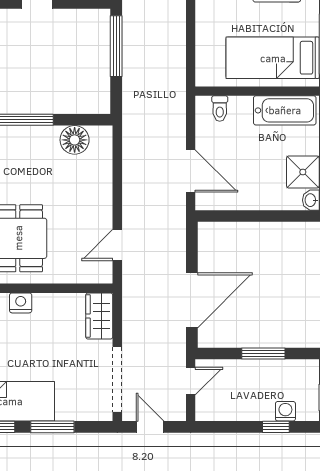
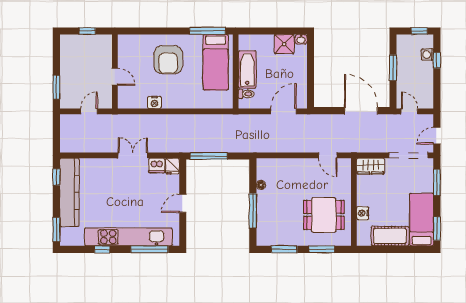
bathtub: (285, 110) -> (247, 69), moved
floor lamp: (75, 140) -> (261, 185), width x0.53, depth x0.53
window: (52, 427) -> (437, 182), moved

